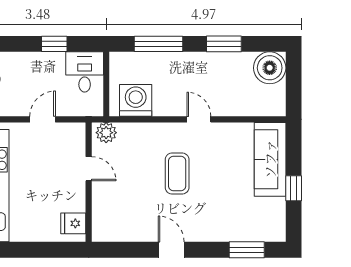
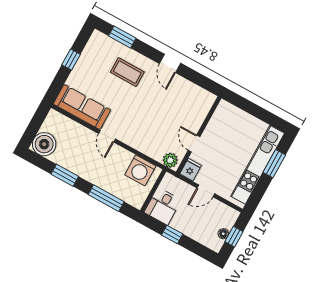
sofa: (270, 159) -> (82, 107), moved, turned -90
coffee table: (177, 173) -> (127, 72), moved, turned 90
fridge: (73, 223) -> (191, 170), moved, turned -90

